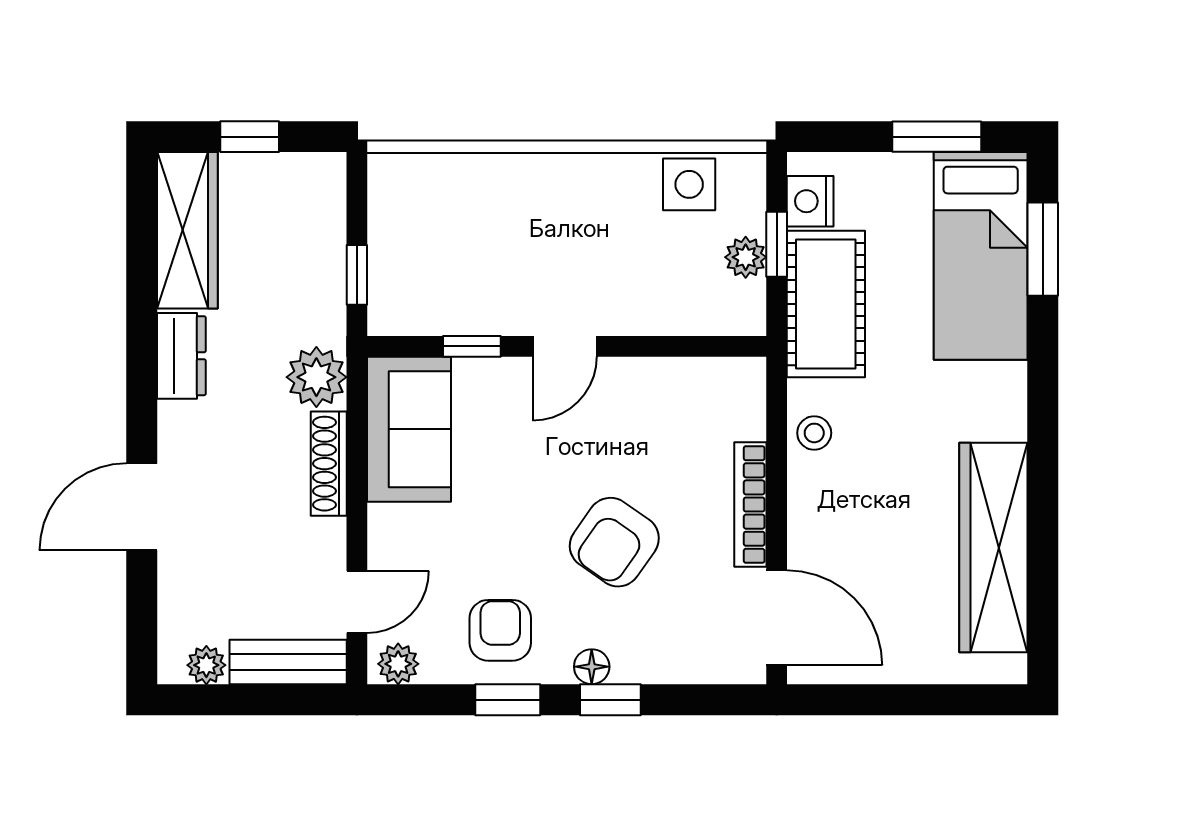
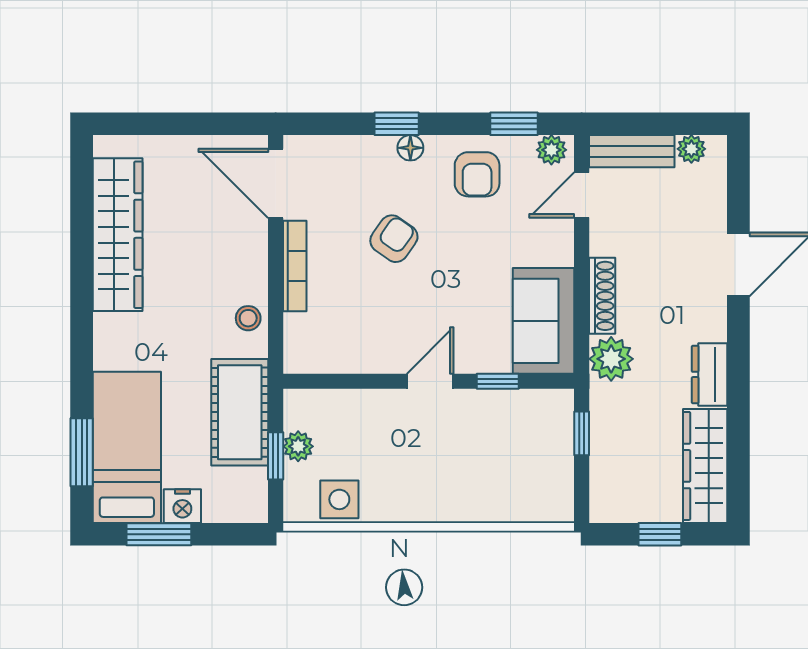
nightstand: (810, 201) -> (182, 506), moved, turned 90
armchair: (614, 542) -> (394, 239), width x0.72, depth x0.72
window: (508, 700) -> (514, 124), moved

